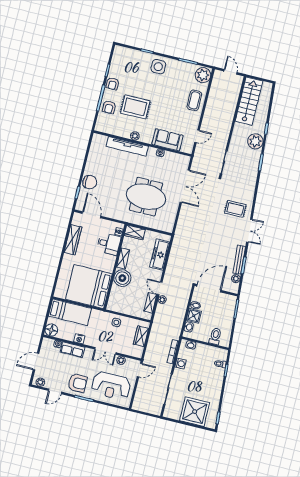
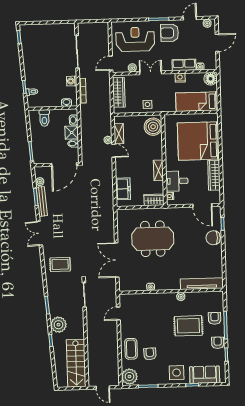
armchair: (178, 91) -> (150, 354), added
sofa: (167, 140) -> (205, 375), moved, turned 180
tv unit: (127, 146) -> (202, 284), moved
rug: (235, 209) -> (60, 264), moved
freezer: (160, 255) -> (123, 189), width x0.71
boiler: (122, 278) -> (153, 127), moved
bed: (89, 287) -> (198, 141), moved, turned 180
wardrobe: (141, 336) -> (119, 92), width x1.50
shower: (195, 412) -> (44, 37), removed

